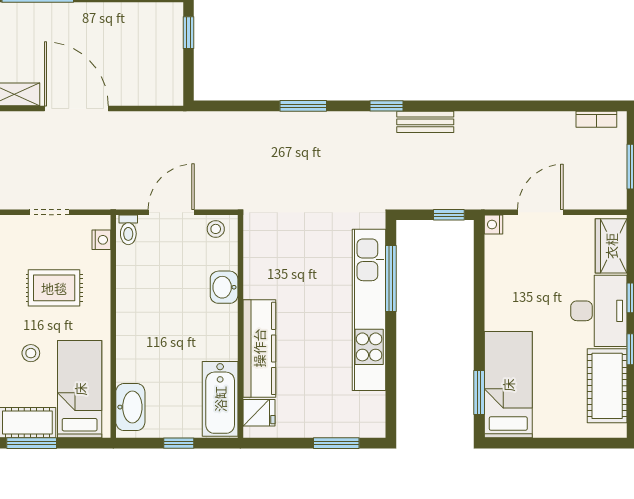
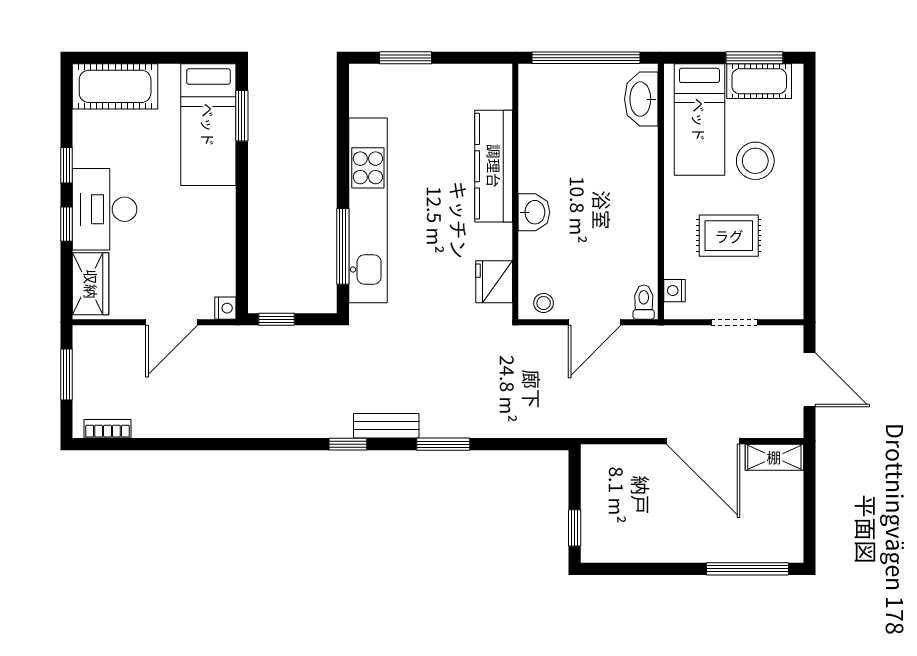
bench: (425, 122) -> (386, 426), moved
washbasin: (224, 287) -> (534, 212), moved
stool: (31, 353) -> (755, 161), width x1.89, depth x1.89
cot: (607, 386) -> (115, 86), moved, turned 90
bathtub: (220, 399) -> (538, 108), removed
fridge: (259, 413) -> (494, 282), moved, width x1.38
window: (179, 443) -> (586, 58), width x3.17

